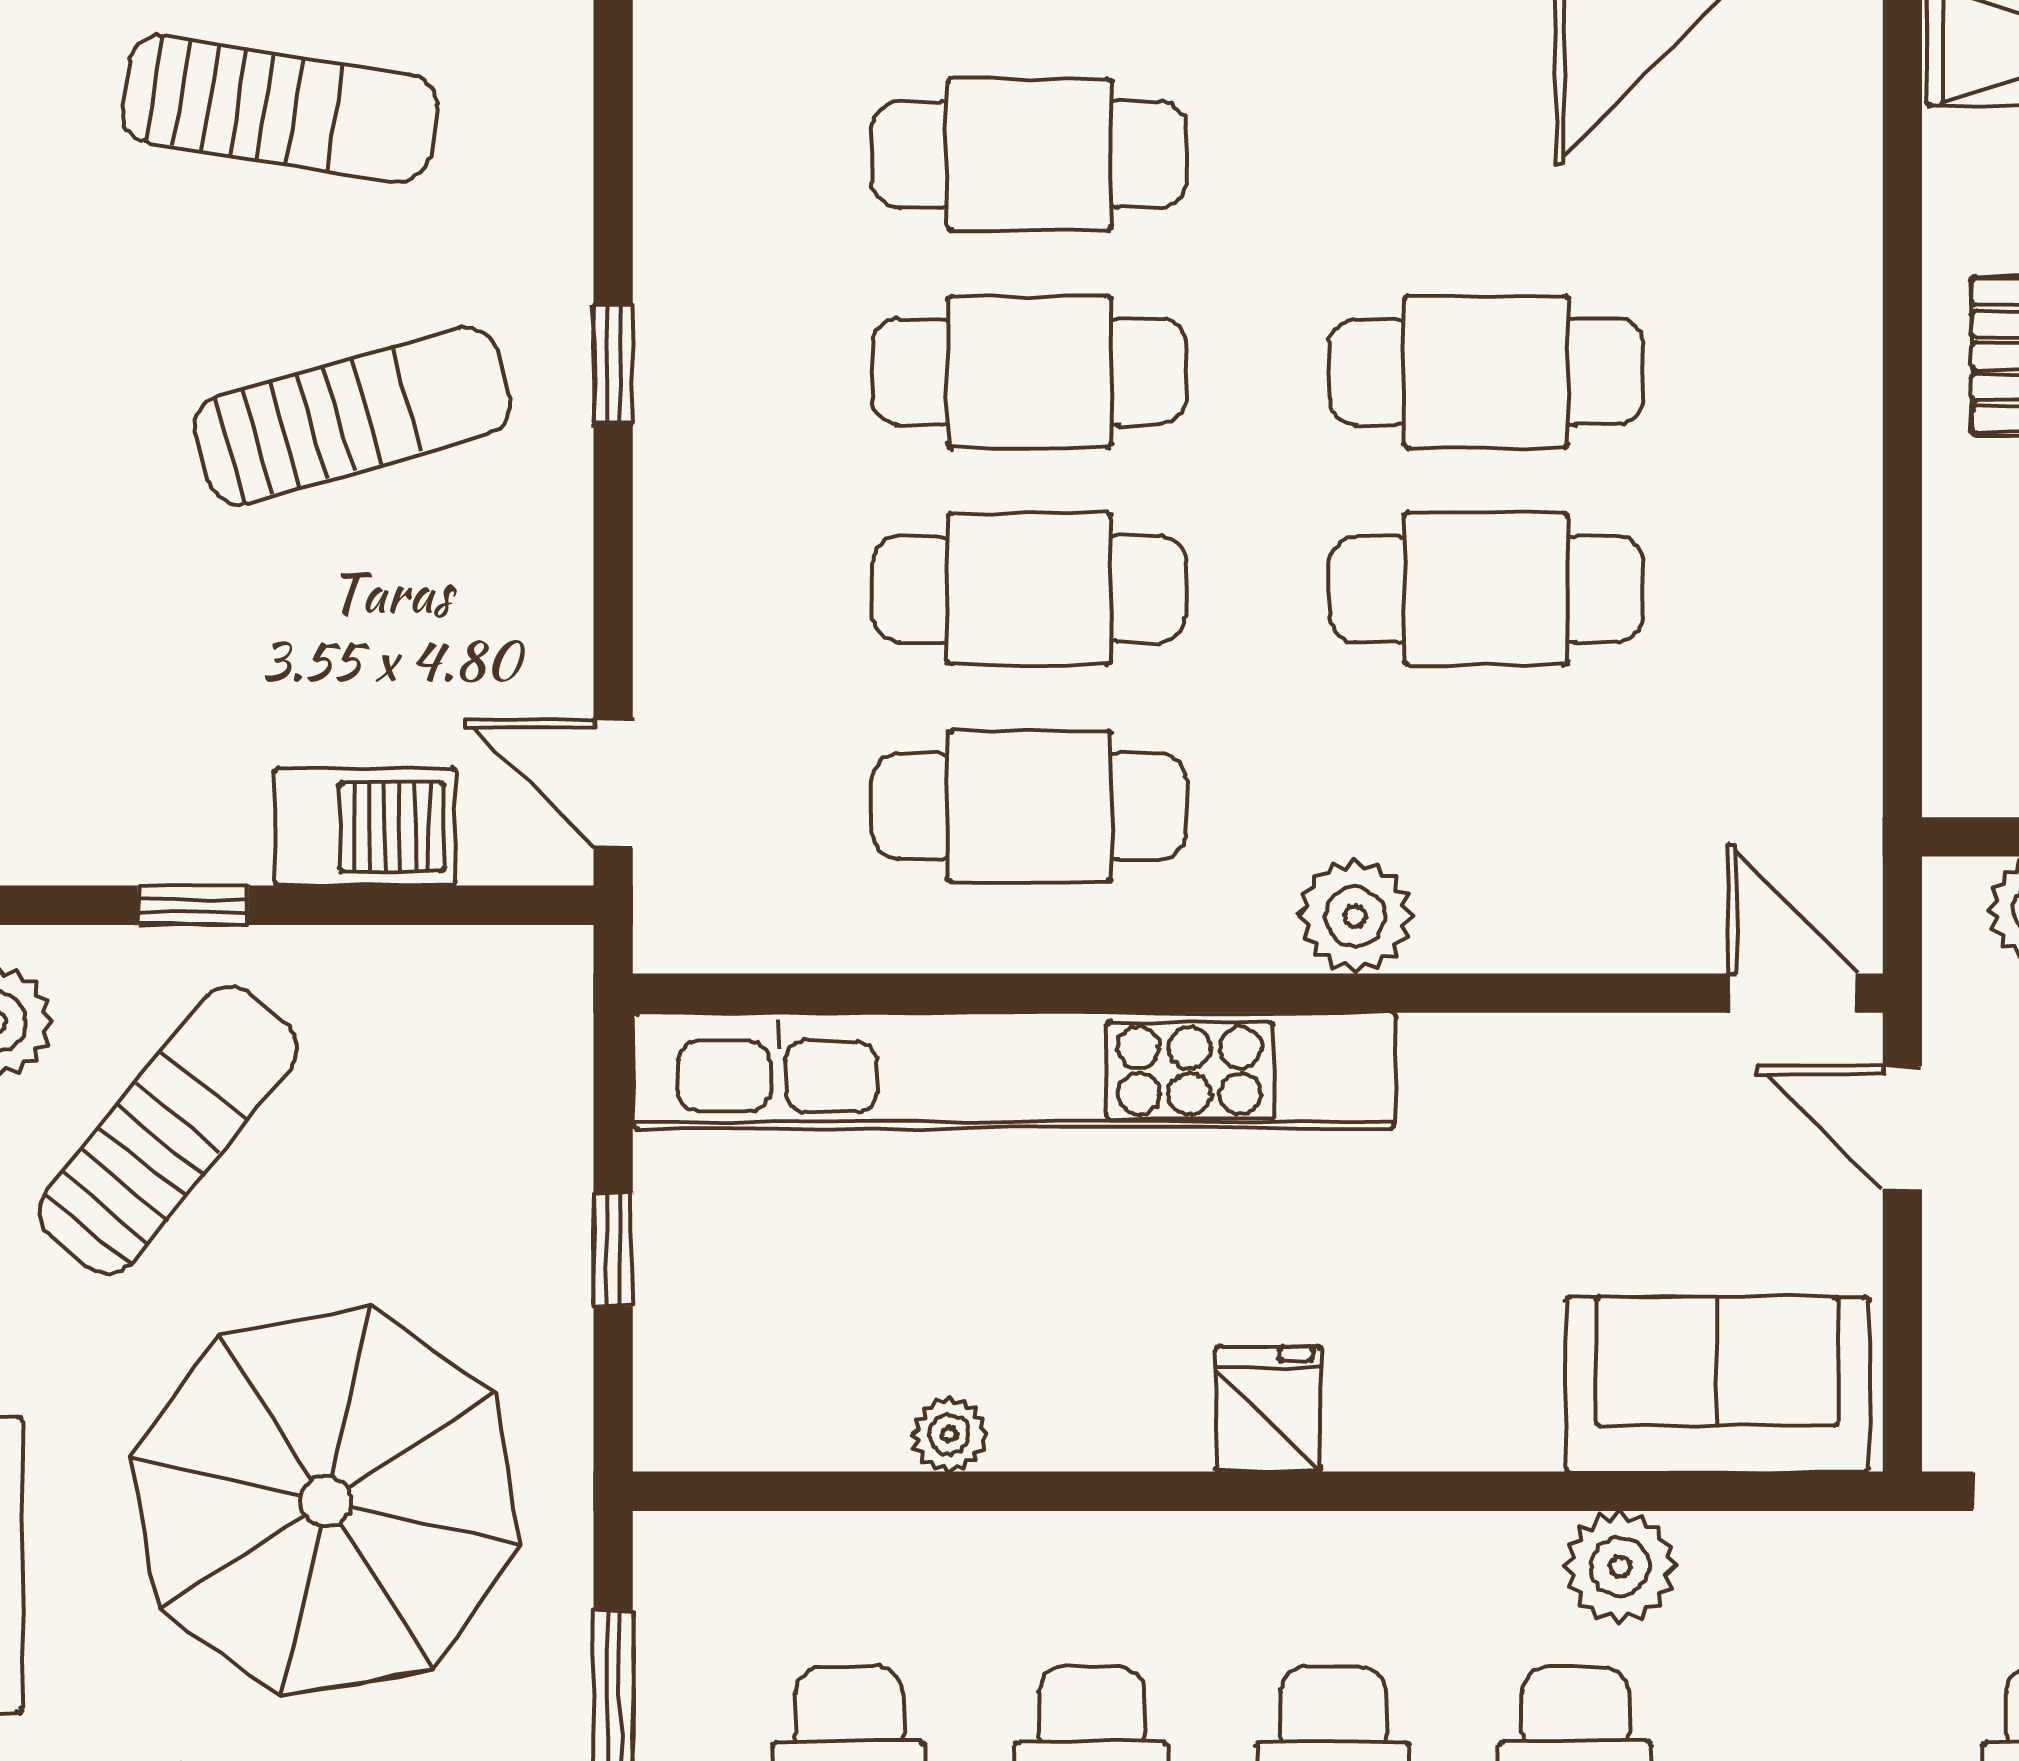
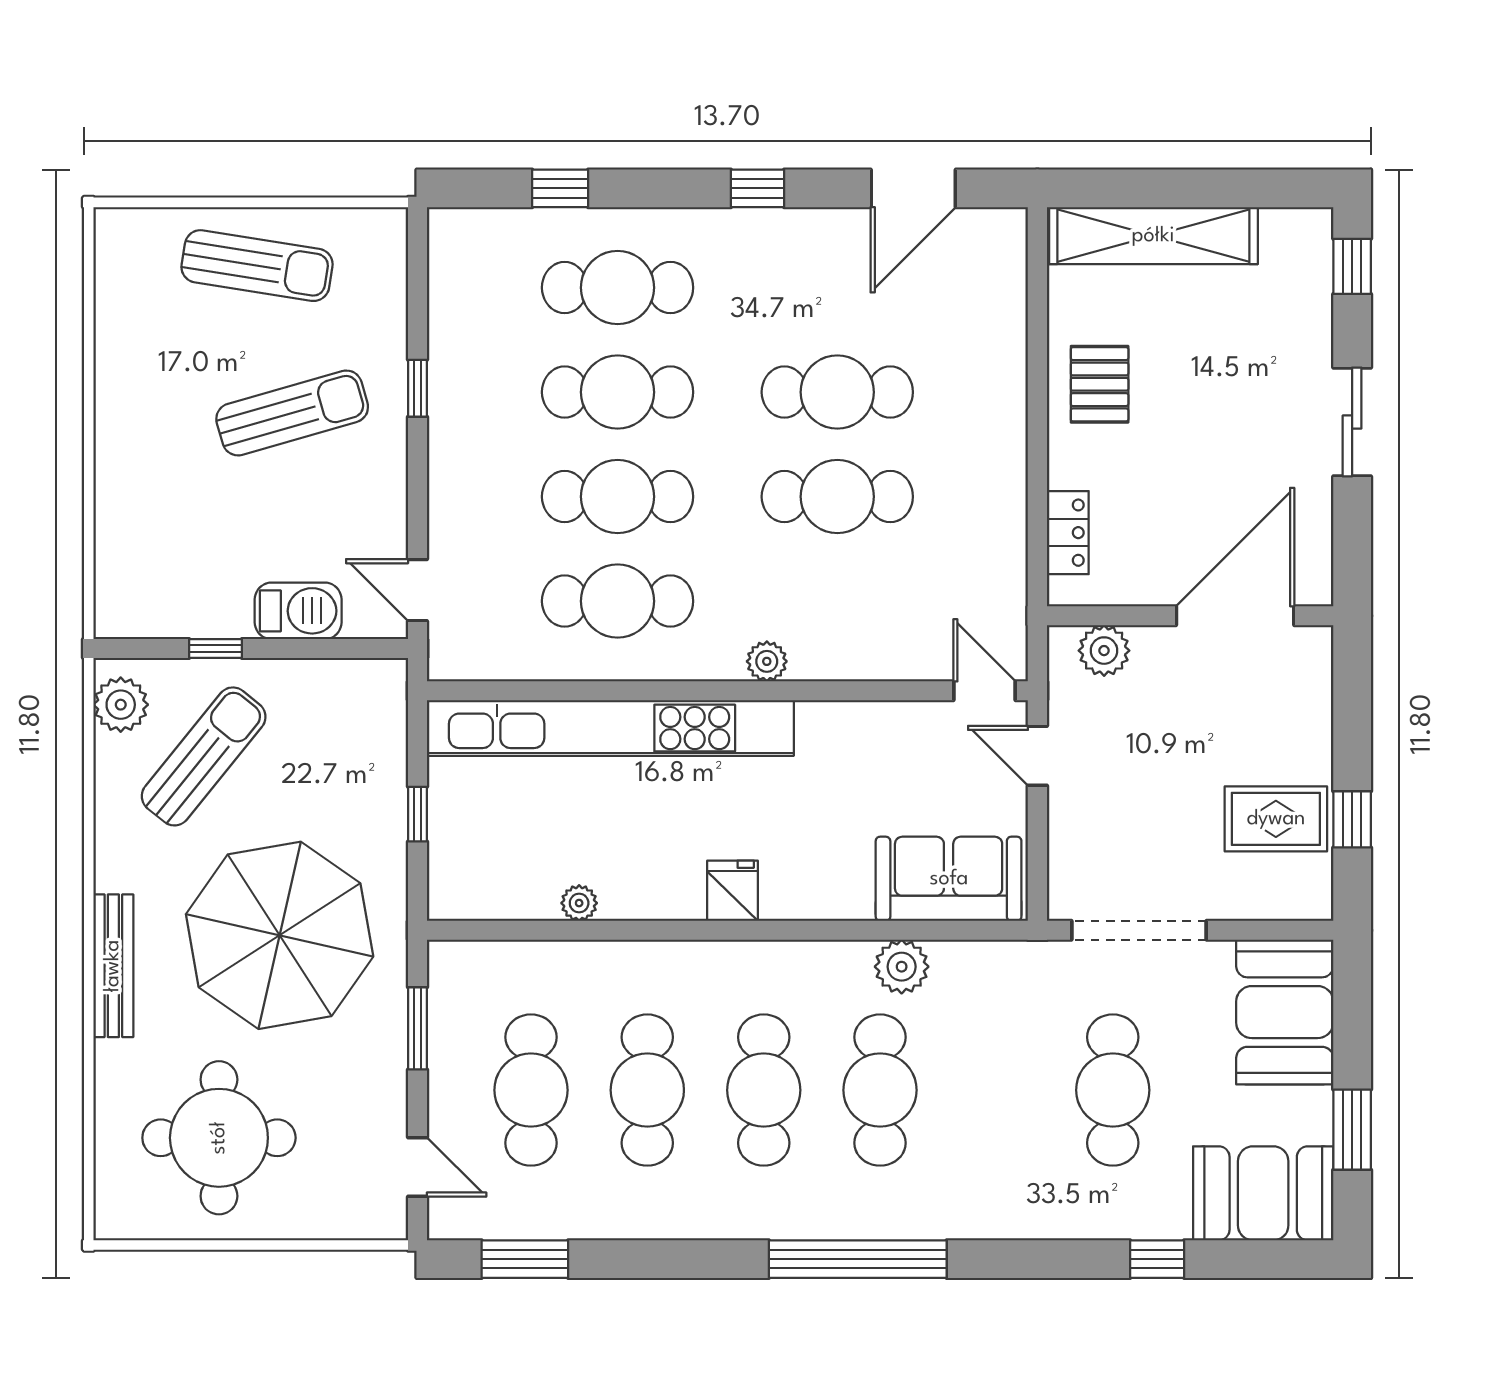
locker: (1965, 664) -> (1068, 533), added
plant: (1355, 916) -> (767, 661), width x0.73, depth x0.73

